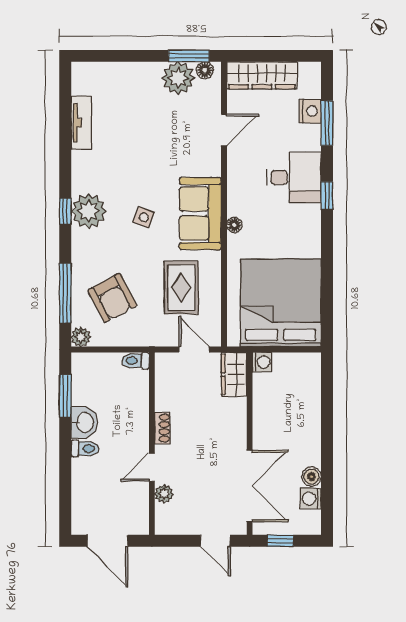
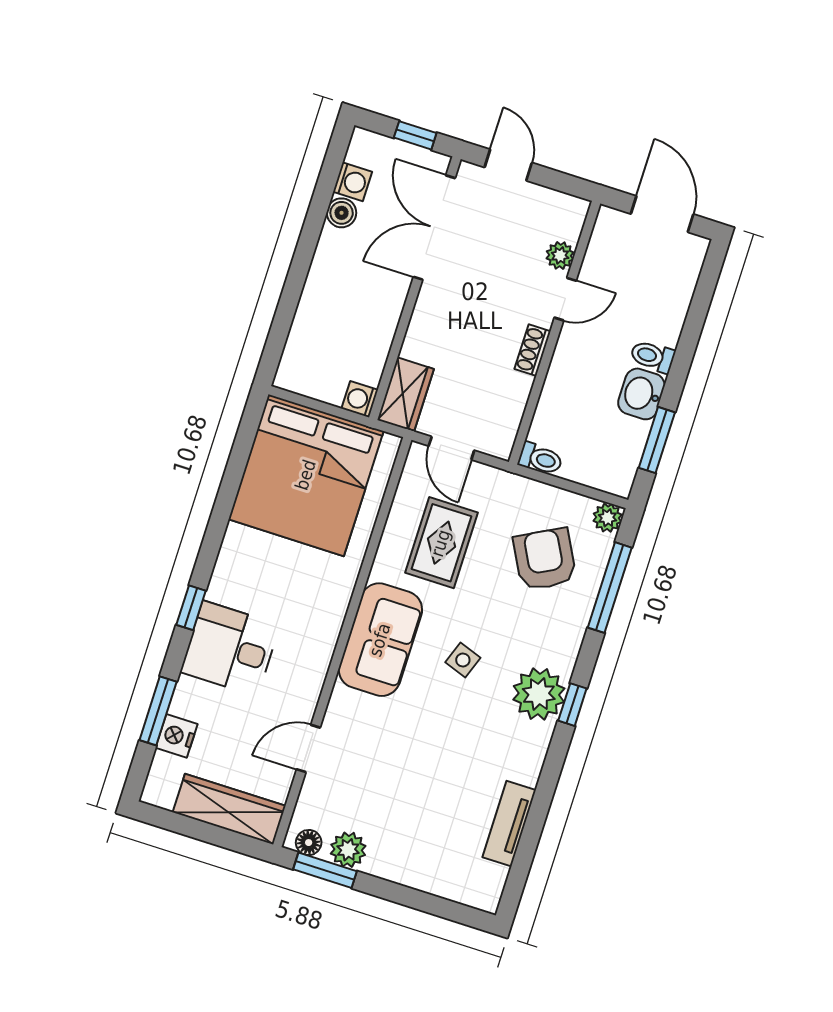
plant: (178, 78) -> (348, 850), width x0.73, depth x0.73
floor lamp: (234, 225) -> (337, 608), removed

